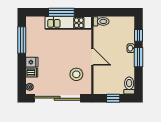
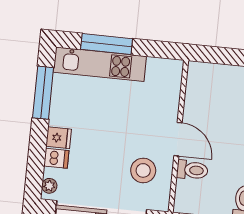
window: (61, 12) -> (107, 44), moved
toilet: (101, 21) -> (192, 170), moved
kitchen unit: (68, 23) -> (100, 64), moved

